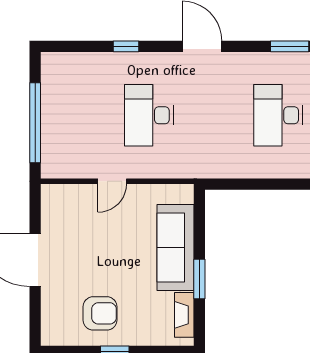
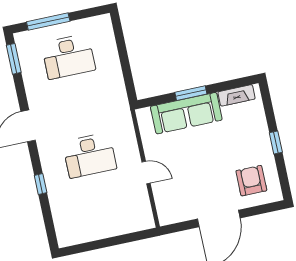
window: (35, 123) -> (114, 241), removed
window: (199, 279) -> (191, 93), moved
armchair: (100, 313) -> (251, 181), moved

